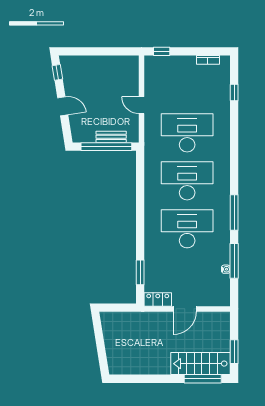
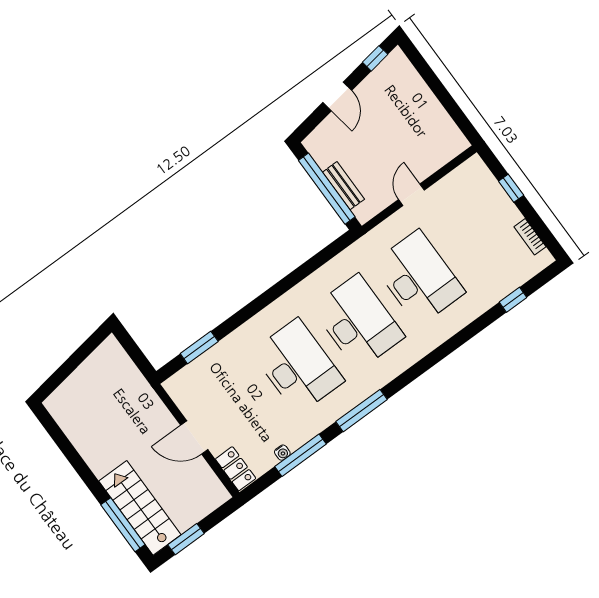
window: (162, 51) -> (511, 188), moved
locker: (158, 299) -> (236, 469), moved

